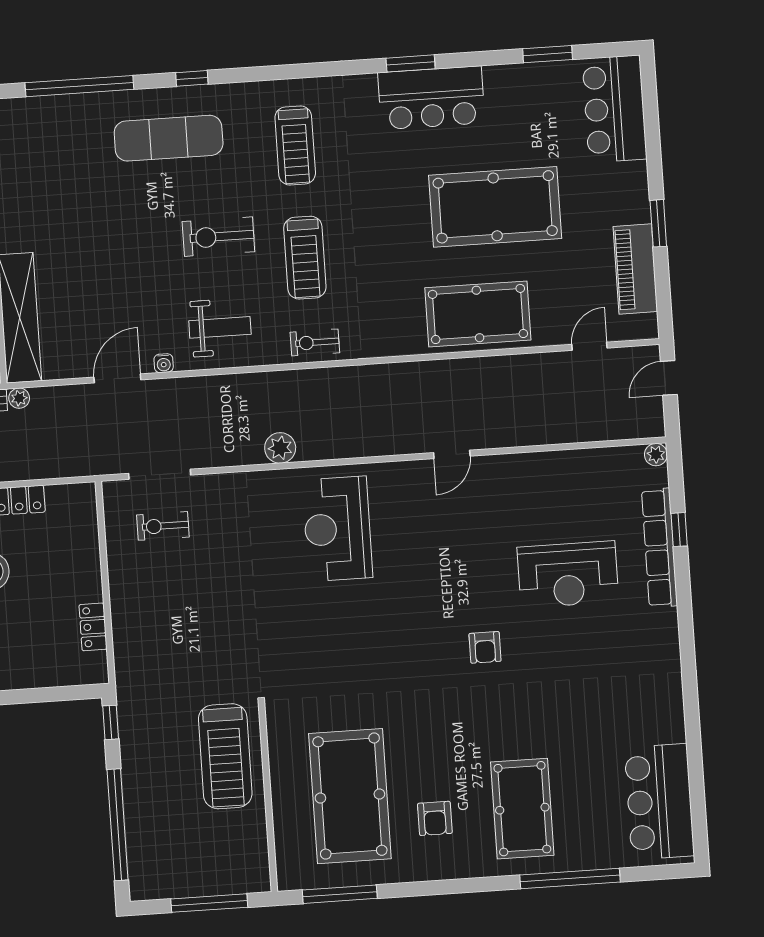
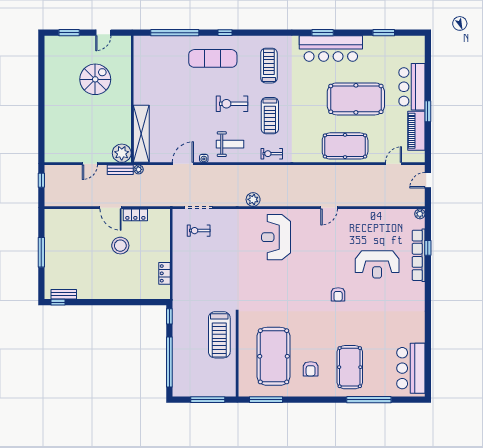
bar counter: (431, 98) -> (331, 48), width x1.36
bar counter: (614, 109) -> (412, 87), moved
treadmill: (295, 145) -> (269, 66), turned 180

